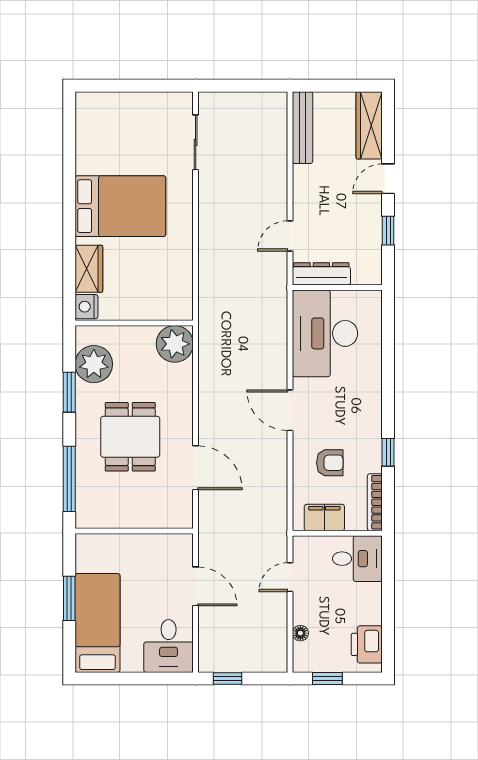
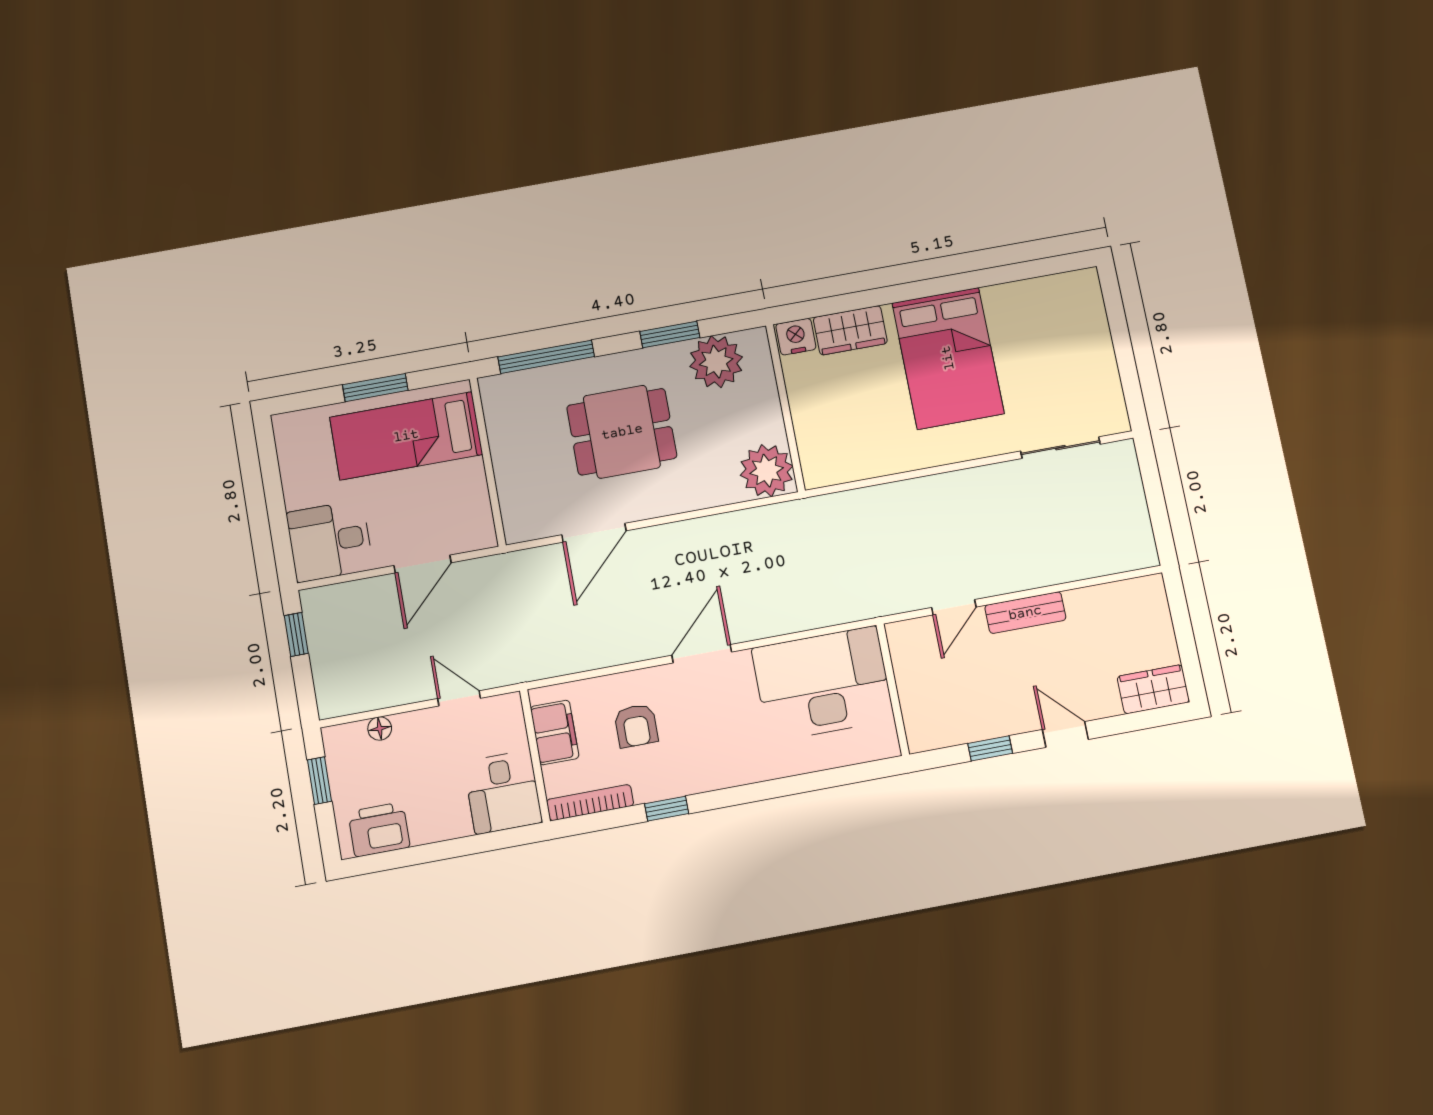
wardrobe: (369, 125) -> (1153, 689), width x0.67
bench: (303, 128) -> (1025, 613), moved, width x0.73
door: (290, 236) -> (954, 607), swing flipped
dresser: (321, 274) -> (908, 663), removed
bed: (97, 623) -> (406, 436), moved, turned 180

